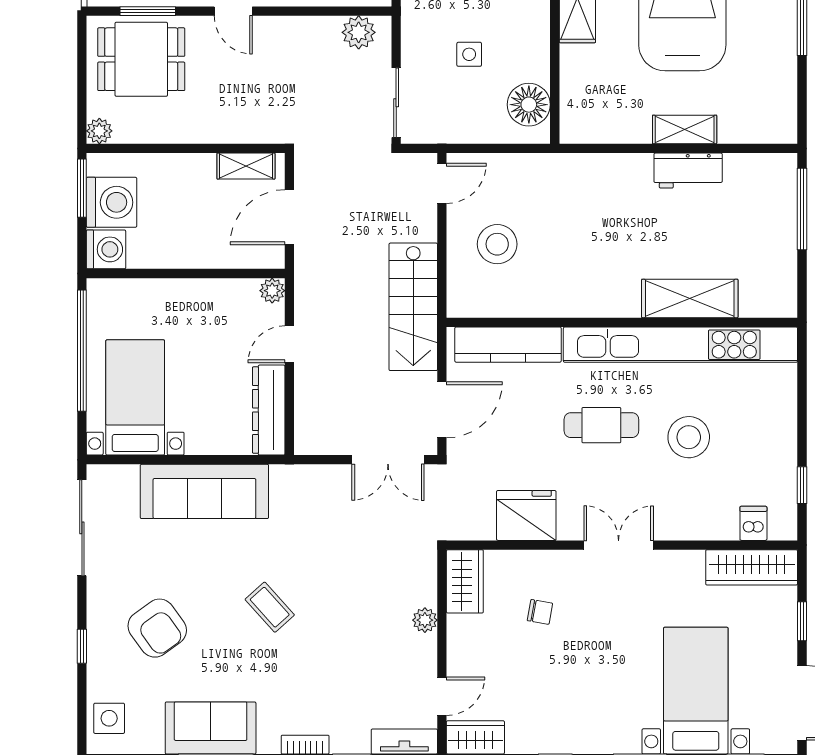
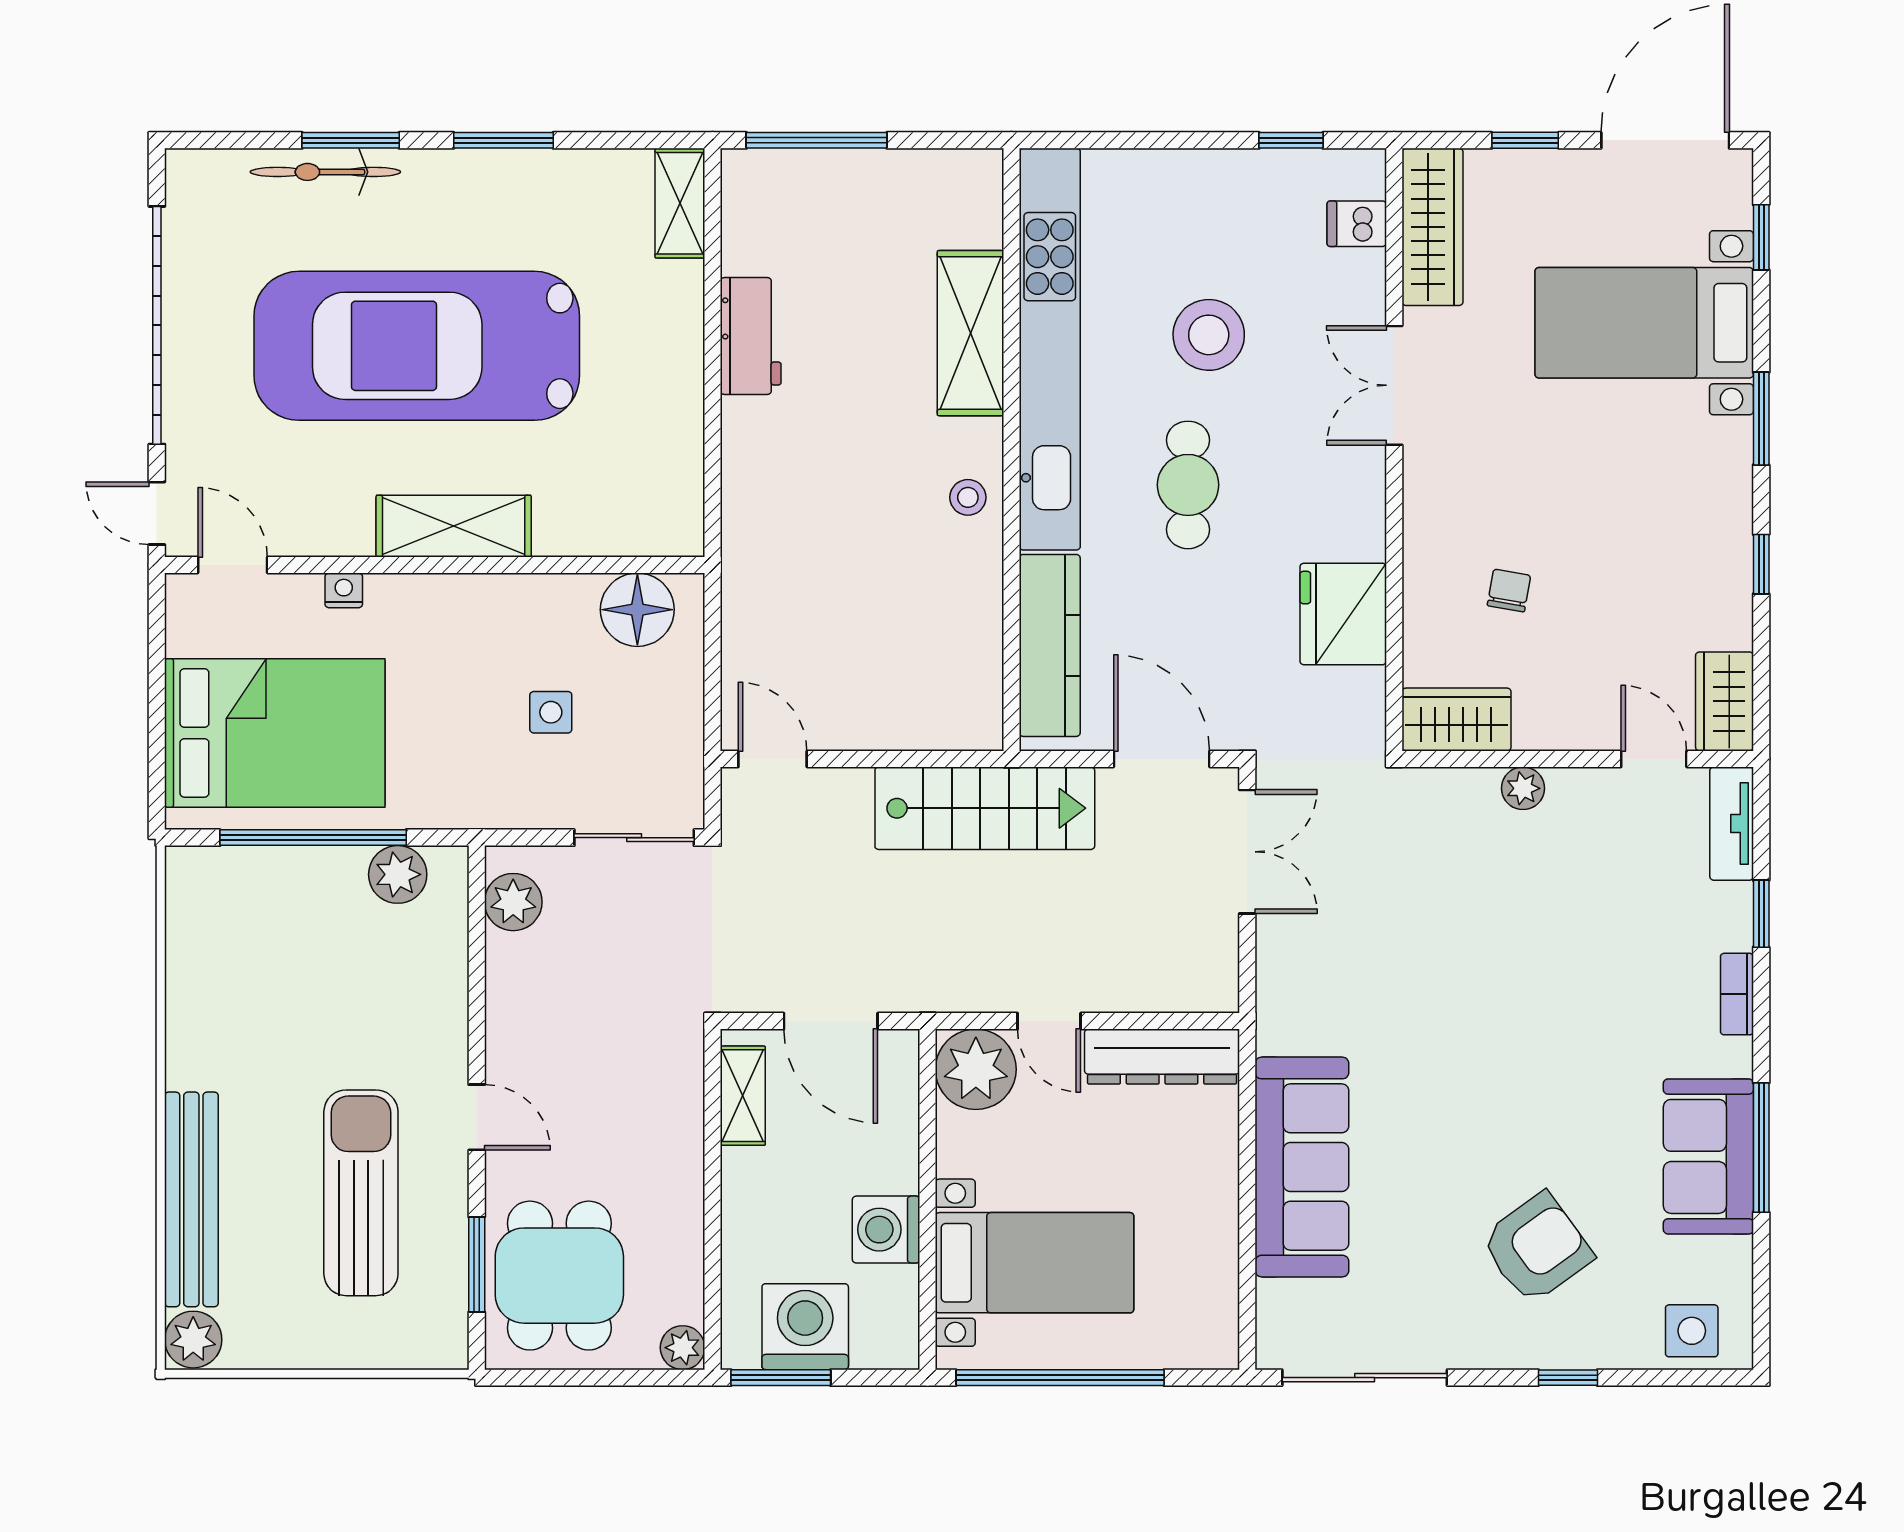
door: (233, 11) -> (477, 1117), hinge flipped
shelving: (685, 129) -> (680, 203), moved
stool: (497, 244) -> (968, 497), moved, width x0.53, depth x0.53
washing machine: (106, 249) -> (886, 1230), moved, turned -90
plant: (272, 291) -> (976, 1069), width x1.88, depth x1.88
bed with nightstands: (135, 397) -> (1035, 1263), moved, turned 180
double door: (619, 545) -> (1394, 385), moved
coffee table: (270, 607) -> (1501, 1055), removed

